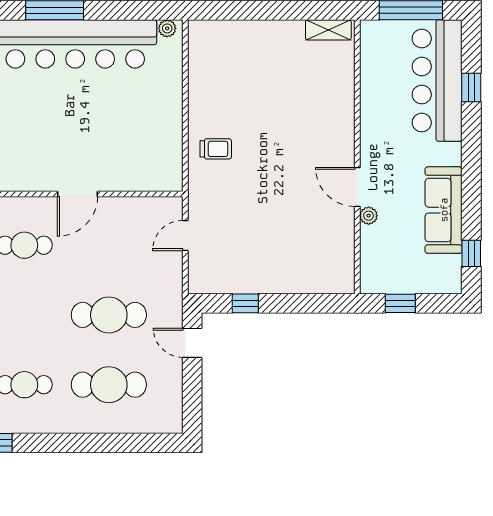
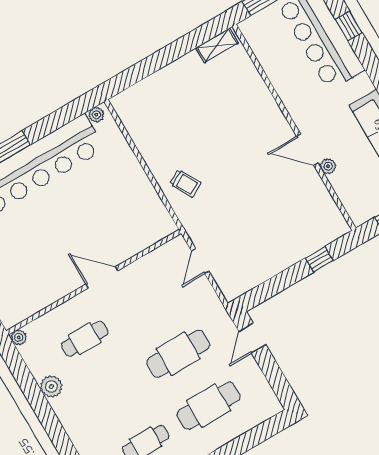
trolley: (216, 149) -> (185, 183), turned 61
door: (77, 194) -> (102, 277), swing flipped
window: (245, 303) -> (319, 259), moved
door: (192, 343) -> (252, 338), hinge flipped

